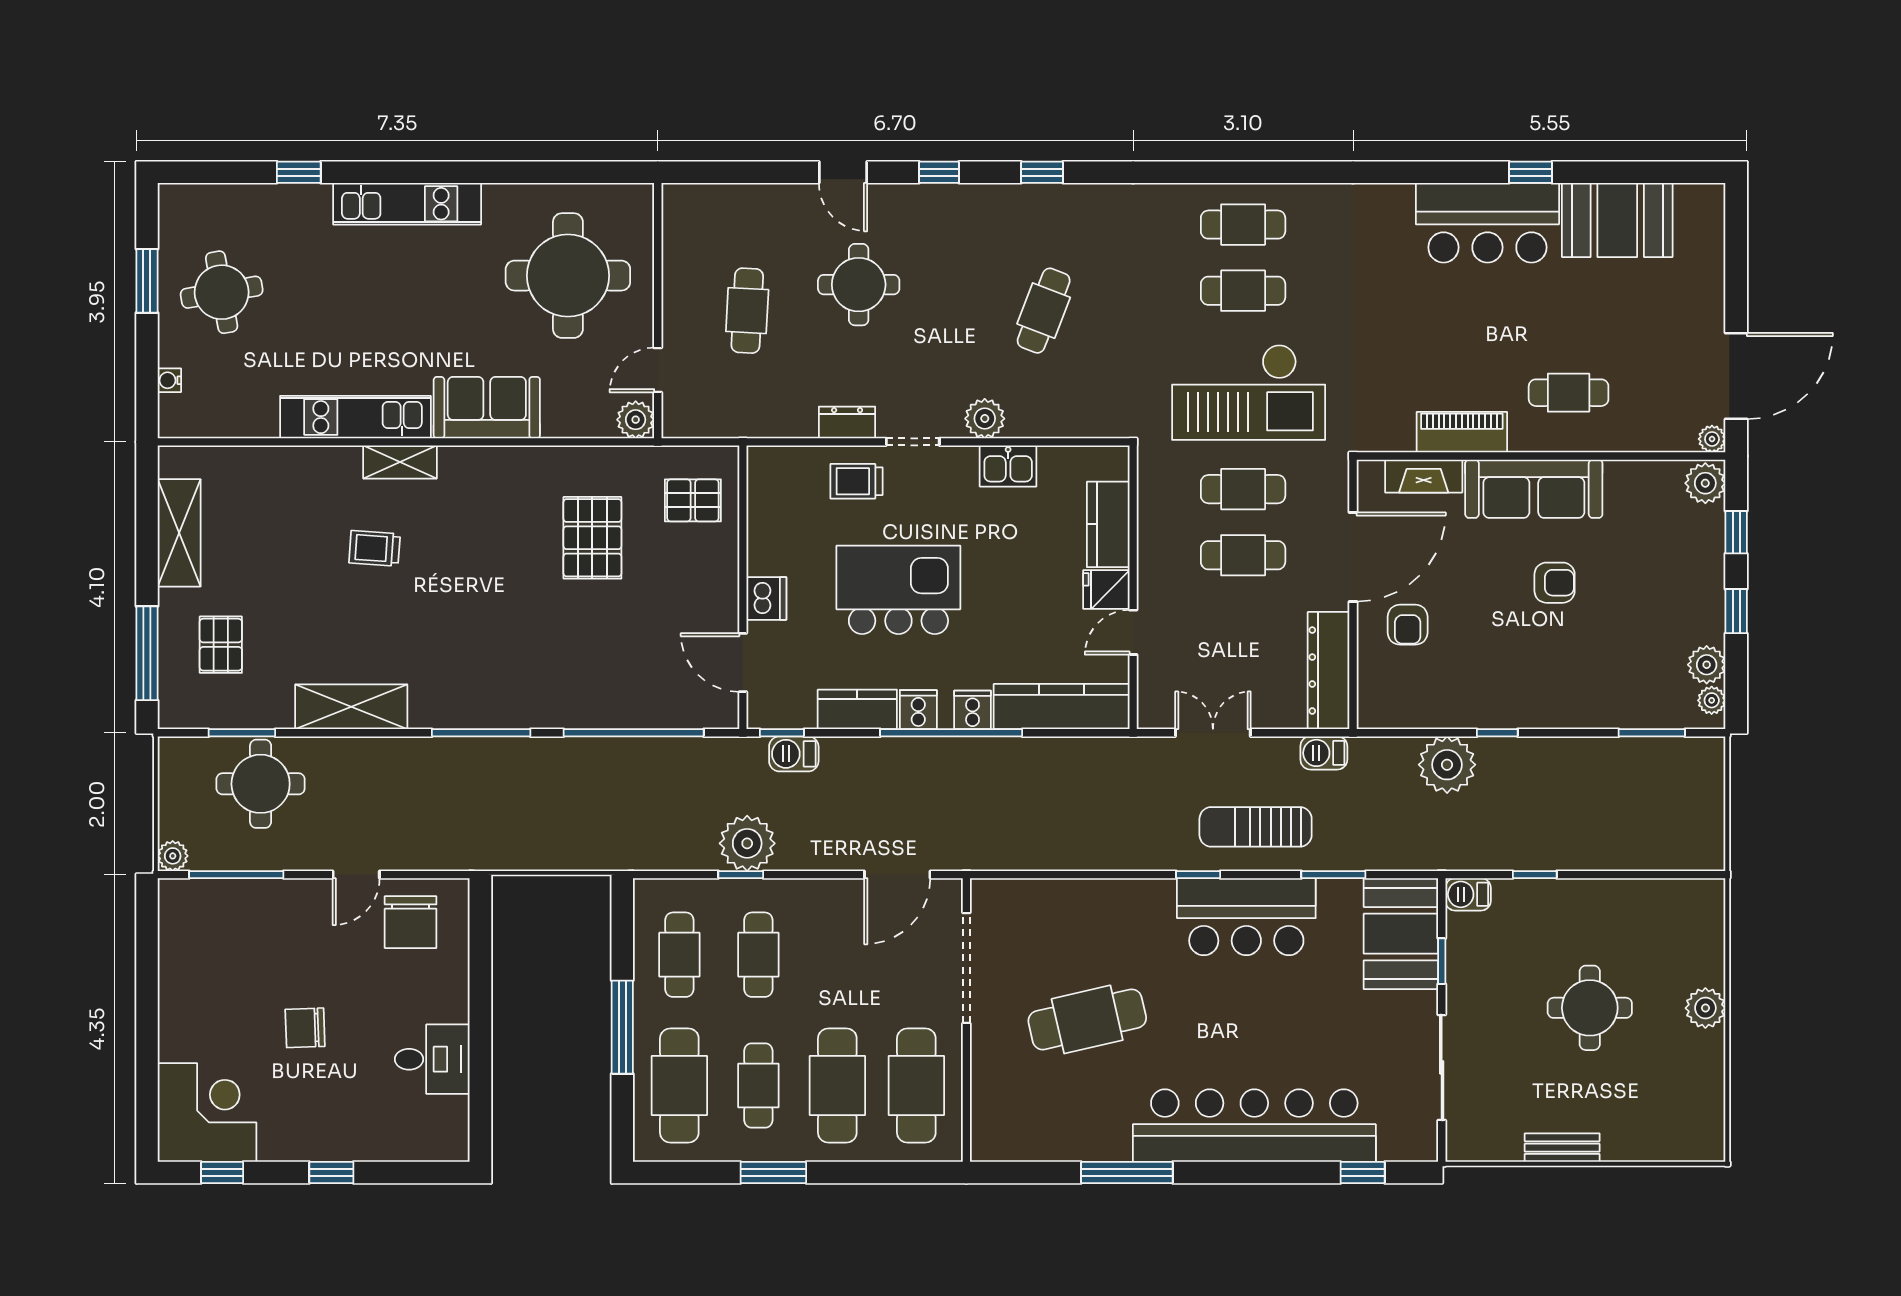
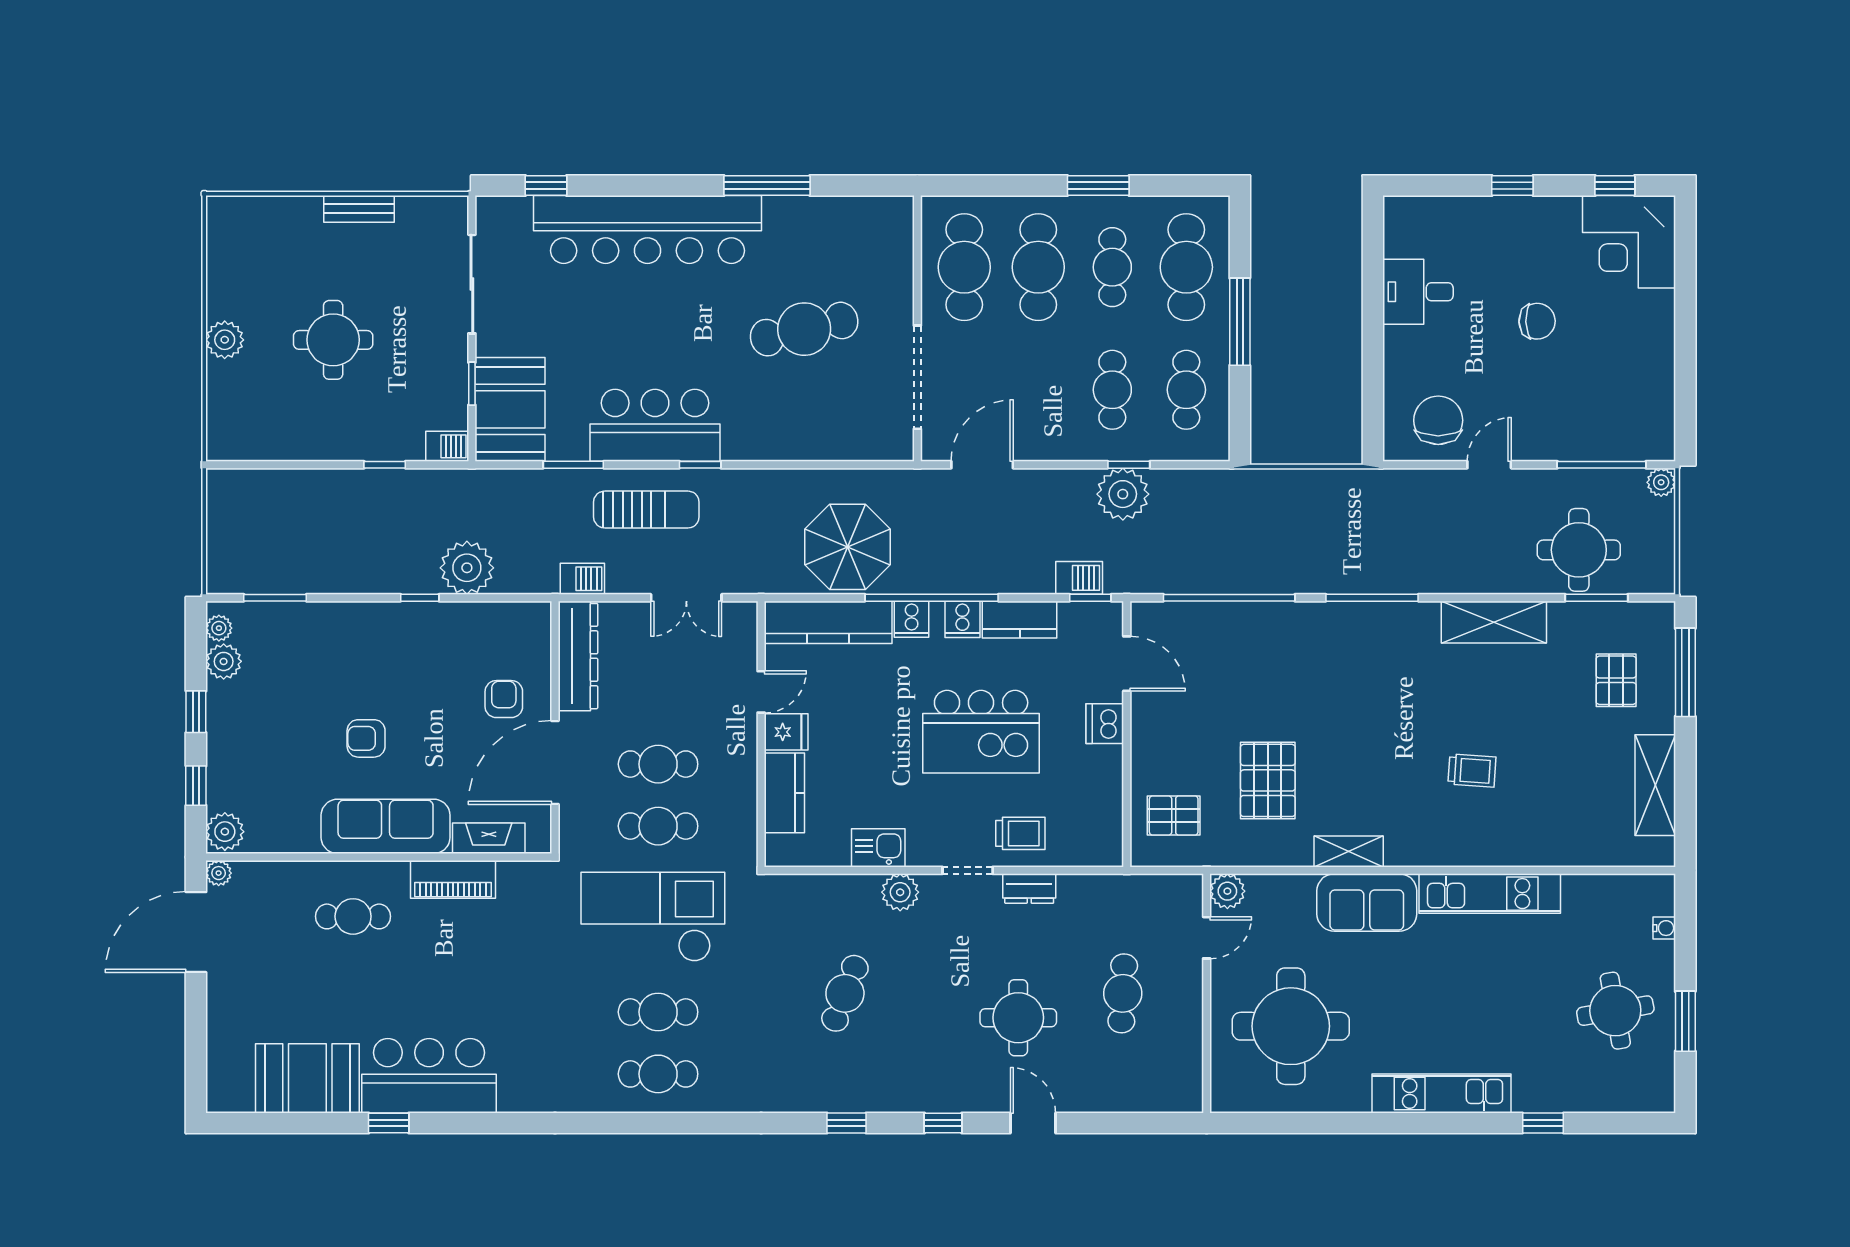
shelving: (400, 462) -> (1349, 851), moved
parasol: (1041, 787) -> (848, 547), added

